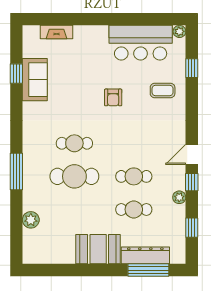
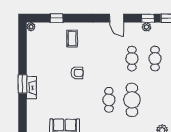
window: (97, 19) -> (22, 84), added
fireplace: (57, 32) -> (31, 88), moved
bar counter: (141, 43) -> (39, 54), removed
window: (192, 182) -> (148, 18), moved

